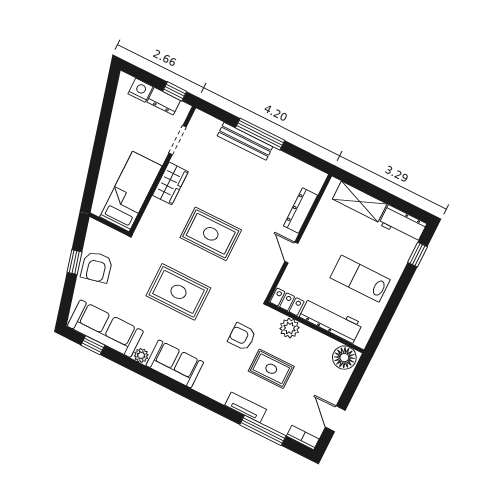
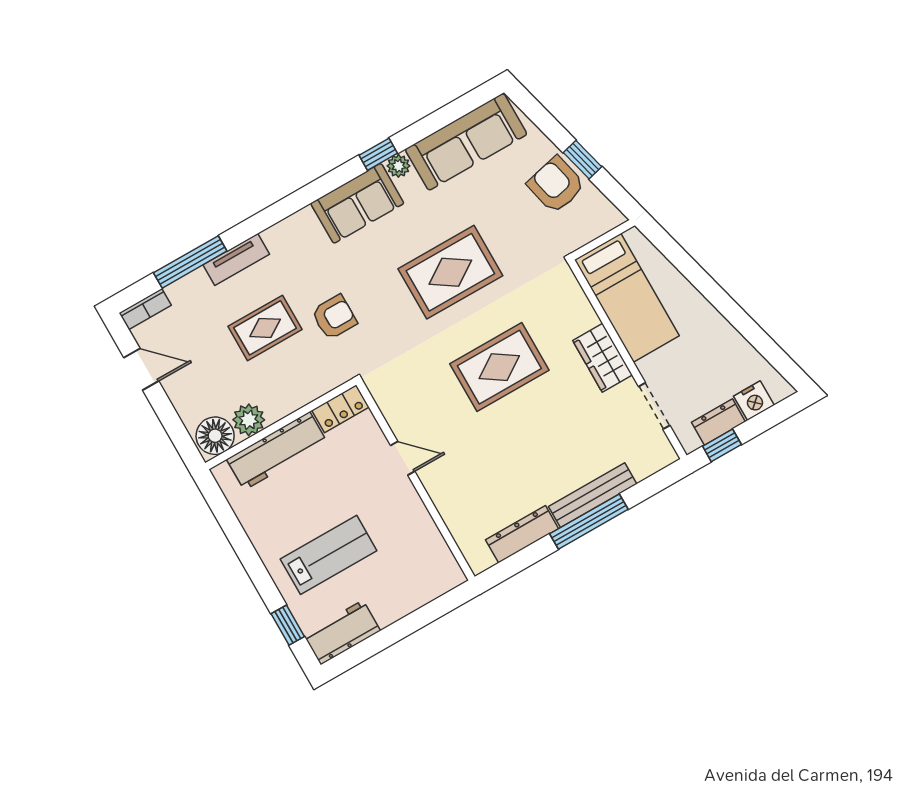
shelving: (360, 202) -> (410, 595), removed
dresser: (301, 211) -> (522, 534), moved, turned -90
lab bench: (360, 279) -> (329, 555), moved
plant: (290, 328) -> (249, 420), moved
window: (93, 345) -> (378, 154), moved

